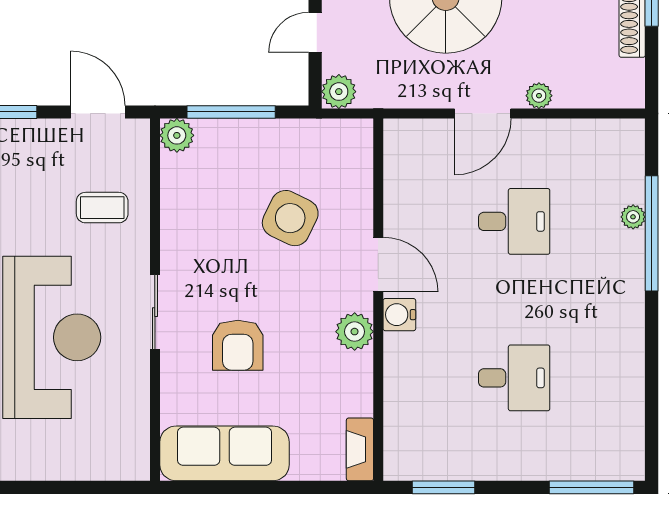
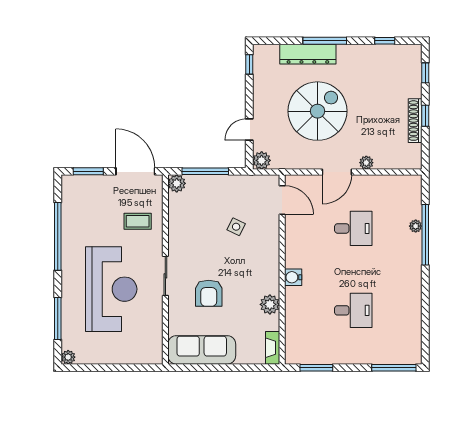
door: (98, 112) -> (135, 171), width x1.36
side table: (290, 218) -> (236, 227), width x0.54, depth x0.54
door: (378, 265) -> (282, 200), moved
plant: (355, 332) -> (270, 304), moved

